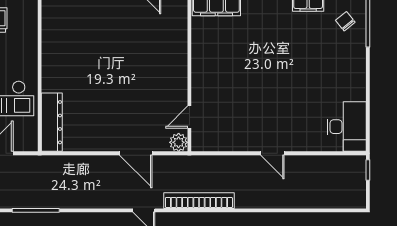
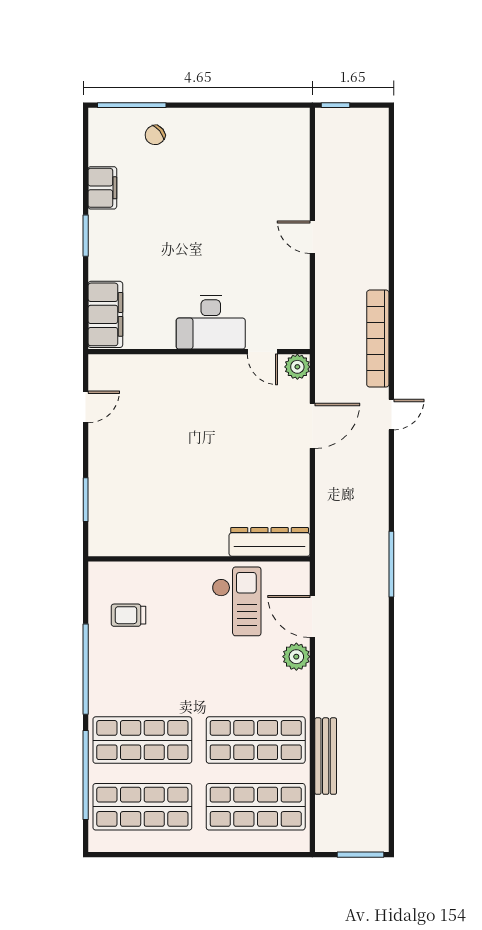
chair: (345, 21) -> (155, 135), moved
desk: (347, 127) -> (211, 322), moved, turned 180
door: (272, 153) -> (312, 237), swing flipped

